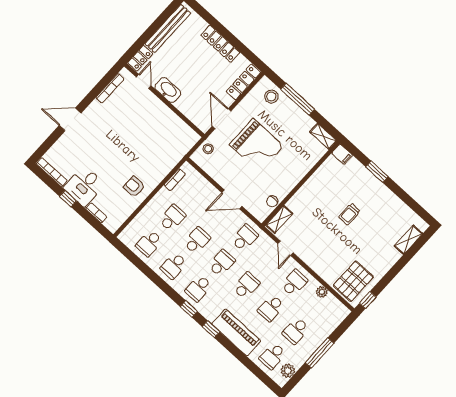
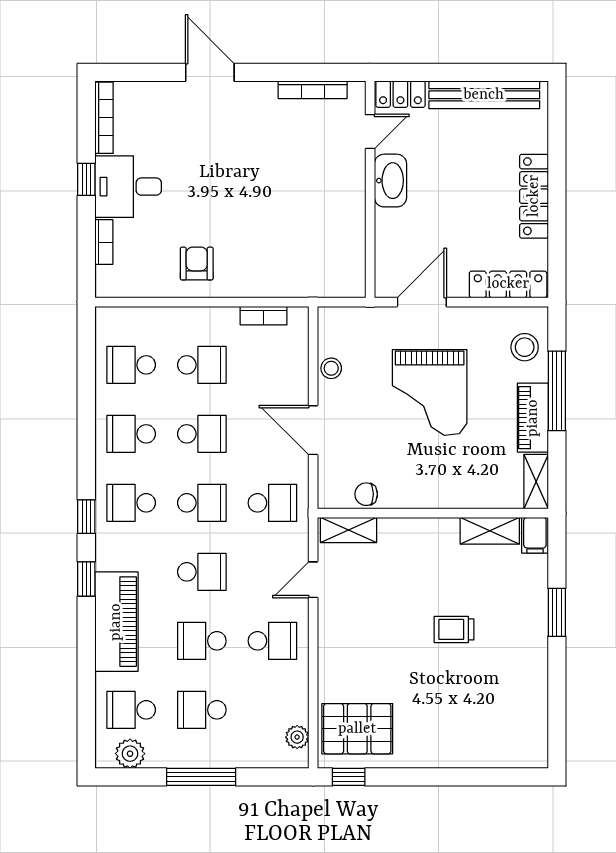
piano: (299, 117) -> (533, 418), added
stool: (208, 149) -> (331, 368), moved
shelving: (408, 240) -> (490, 531), moved
plant: (322, 292) -> (297, 737), moved

